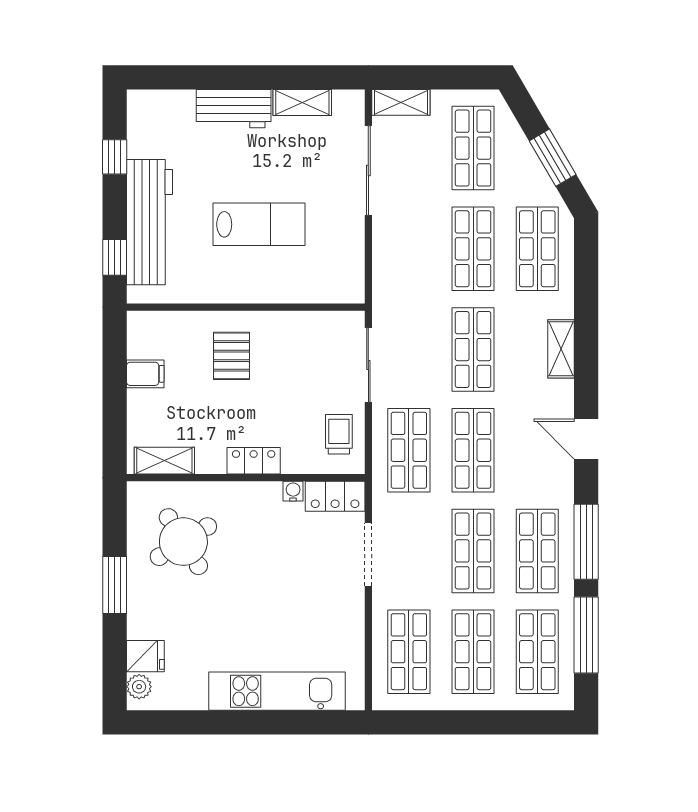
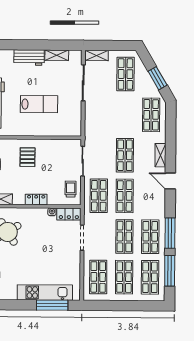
shop shelf: (473, 249) -> (125, 115), removed
door: (586, 439) -> (170, 181), moved
window: (295, 722) -> (52, 305), added

